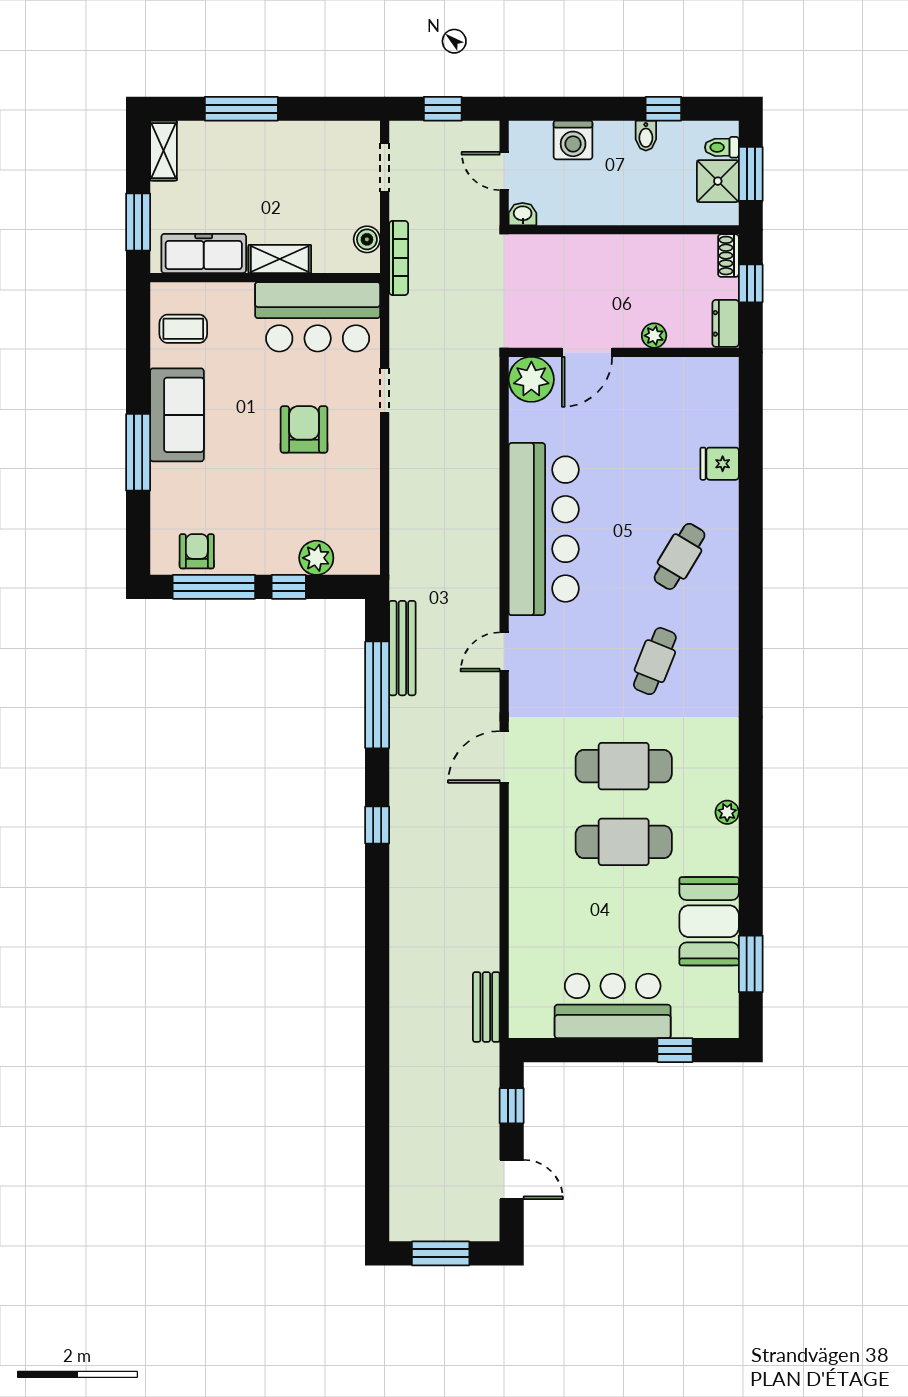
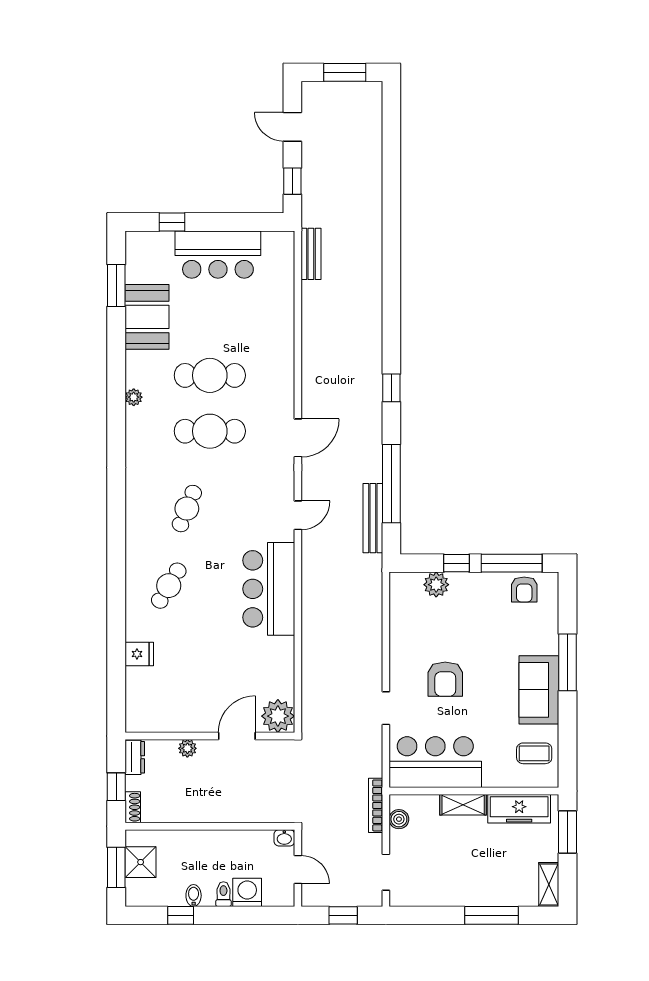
toilet: (722, 147) -> (223, 894), moved, turned -90
bar counter: (544, 529) -> (269, 589), width x0.73

